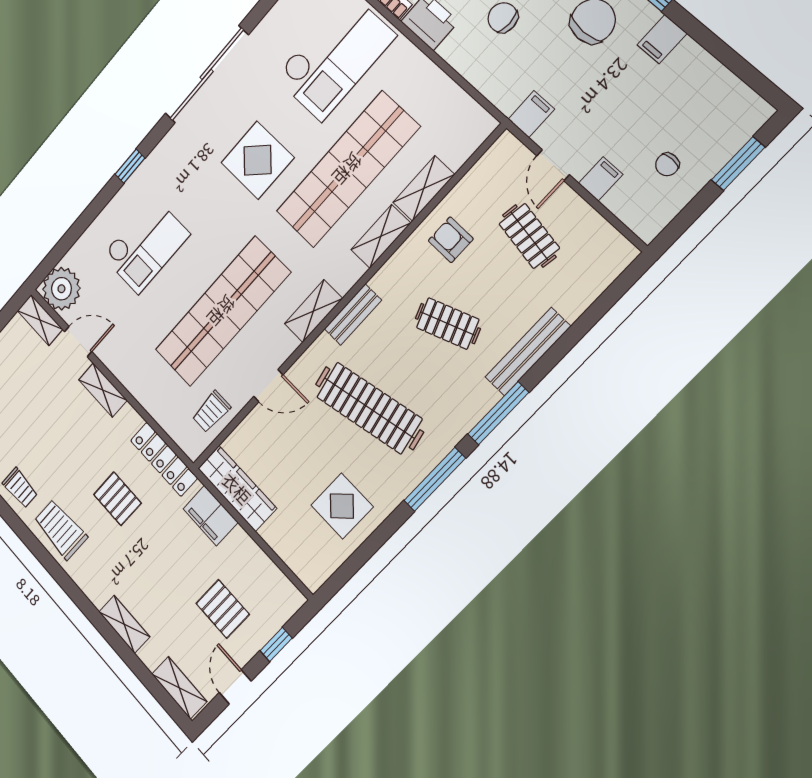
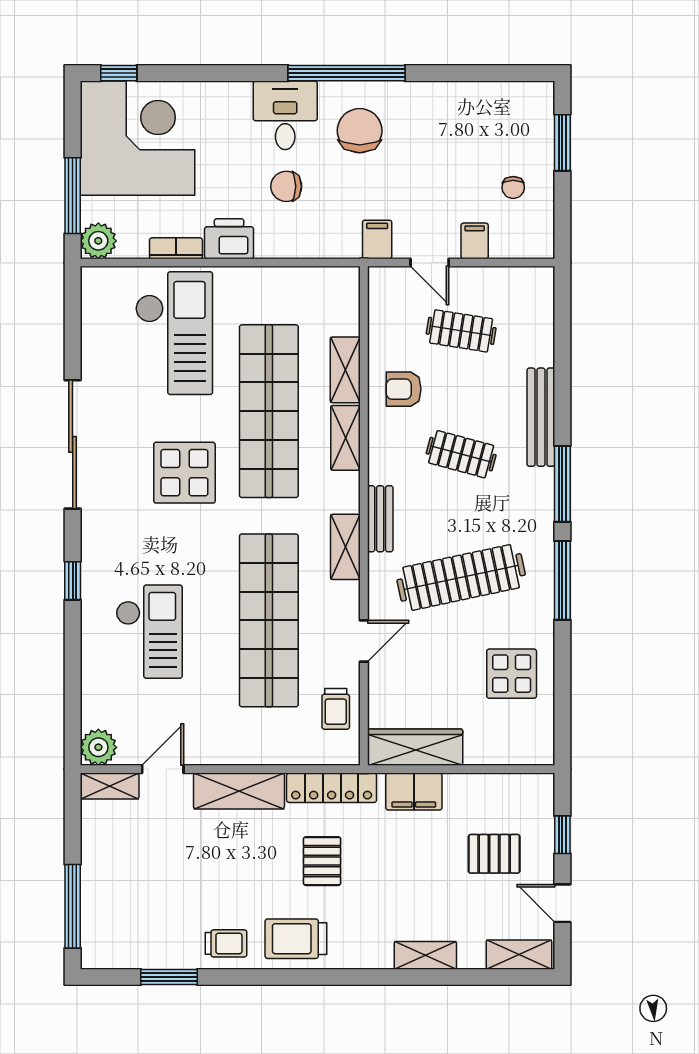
filing cabinet: (662, 39) -> (424, 101), removed
plant: (61, 289) -> (98, 747), width x0.73, depth x0.73
clothes rail: (448, 323) -> (461, 454), turned 36
shelving: (103, 390) -> (239, 791), width x1.50, depth x1.33
pallet: (117, 499) -> (322, 861), turned 90

